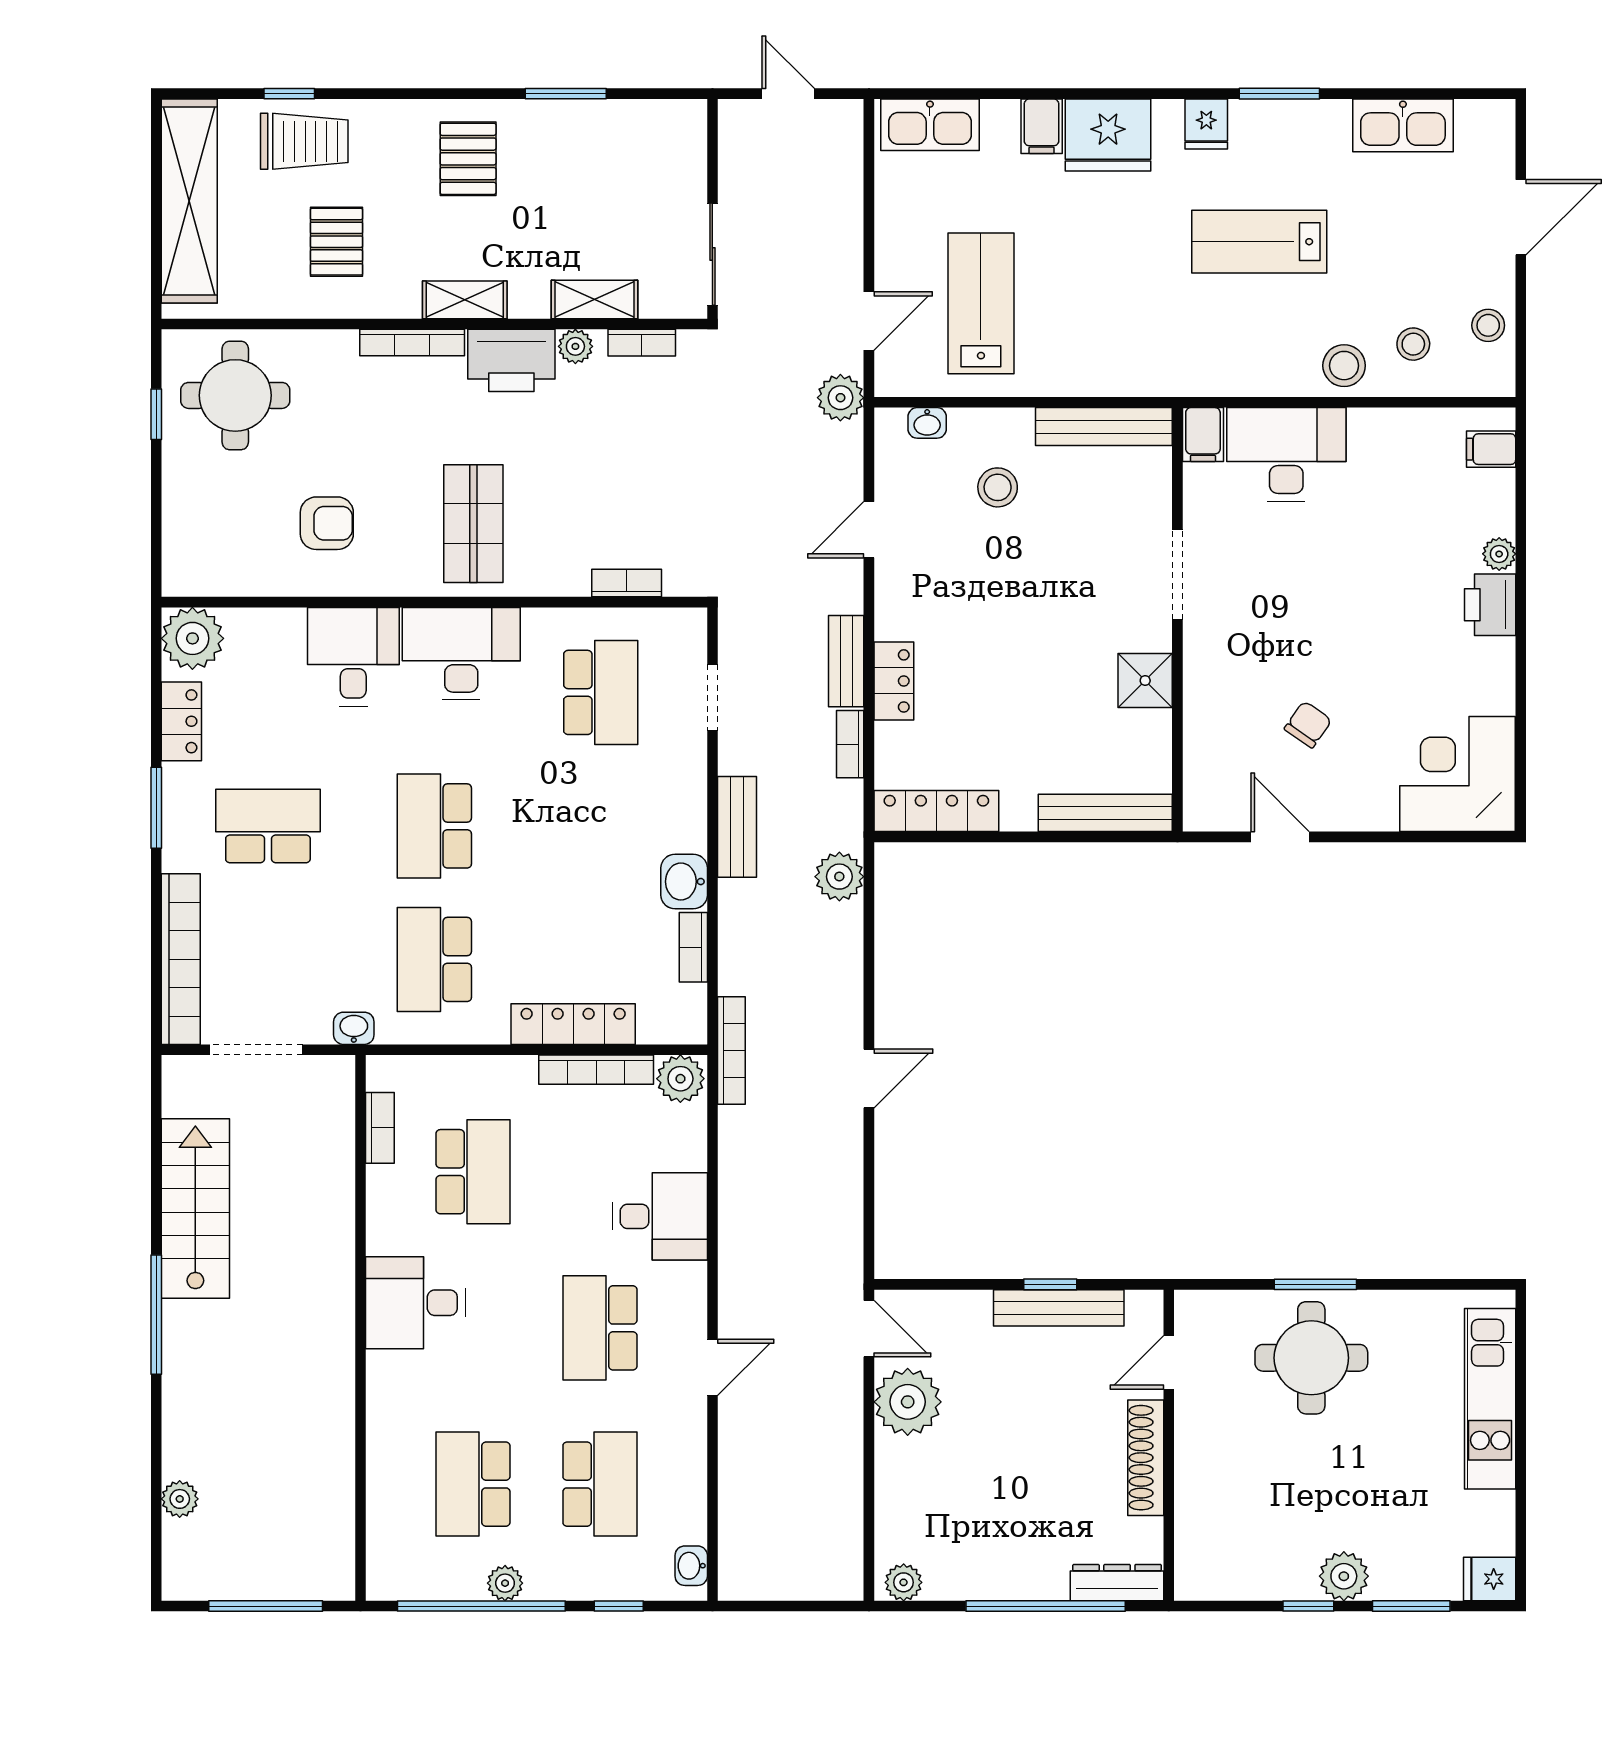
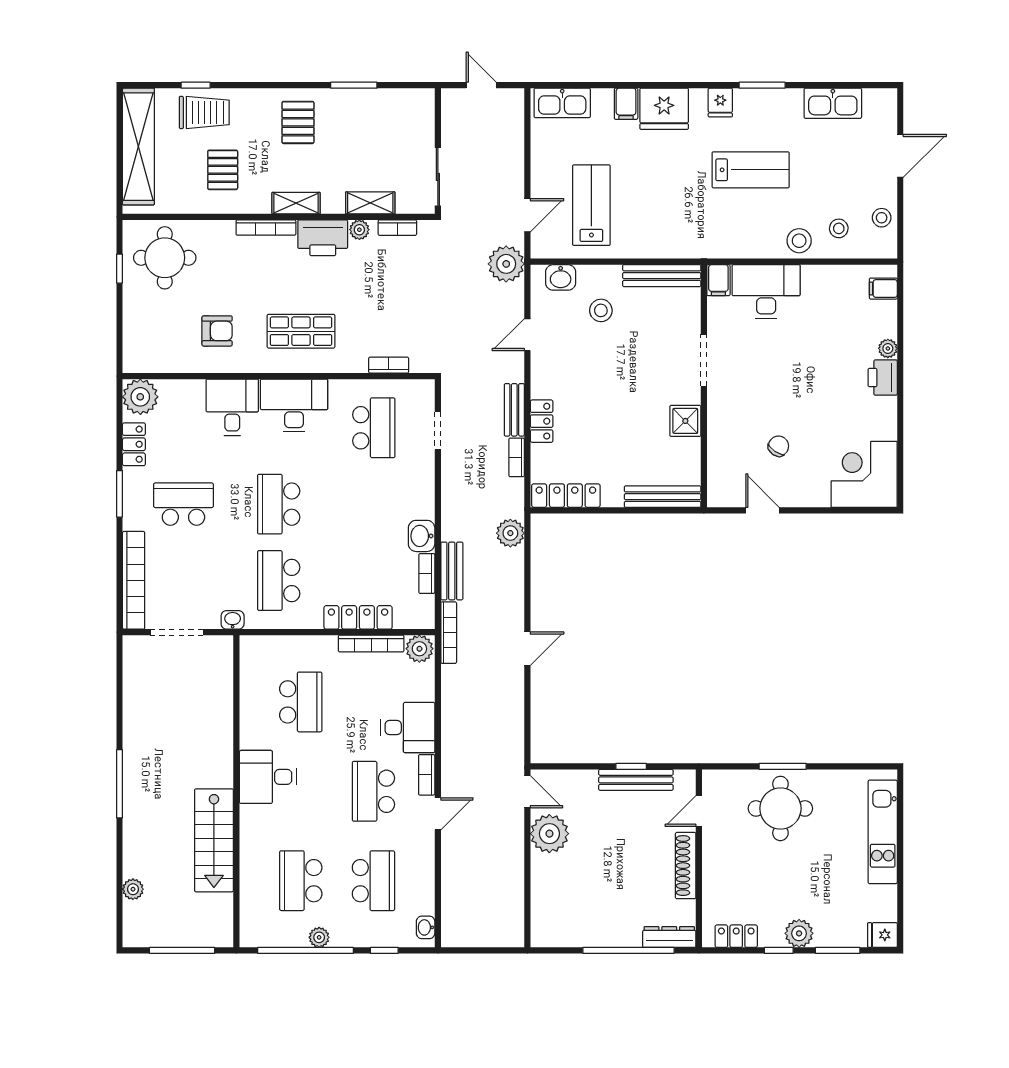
lab bench: (1259, 242) -> (751, 170), turned 180
plant: (840, 398) -> (506, 264), width x1.36, depth x1.36
washbasin: (927, 423) -> (561, 277), width x1.38, depth x1.45
shop shelf: (473, 524) -> (301, 331), turned 90
bench: (737, 827) -> (452, 571), moved
bookcase: (380, 1128) -> (427, 775), moved, turned 180
stairs: (195, 1209) -> (214, 840), moved, turned 180
locker: (1234, 1581) -> (736, 936), added
plant: (904, 1582) -> (547, 937), removed

